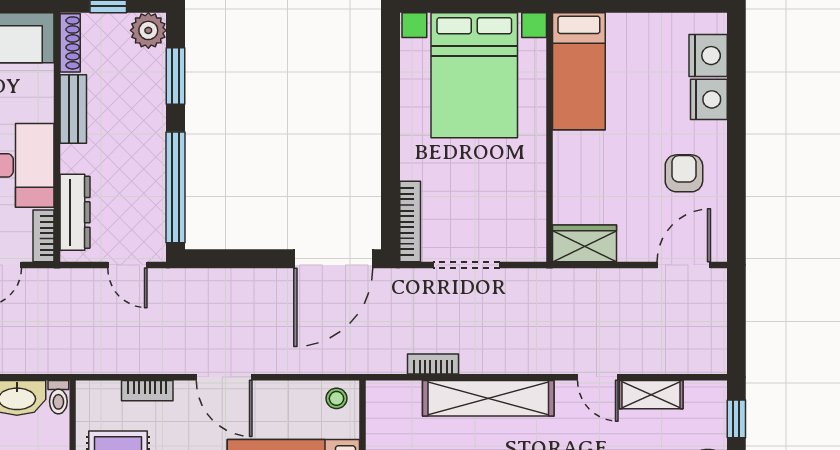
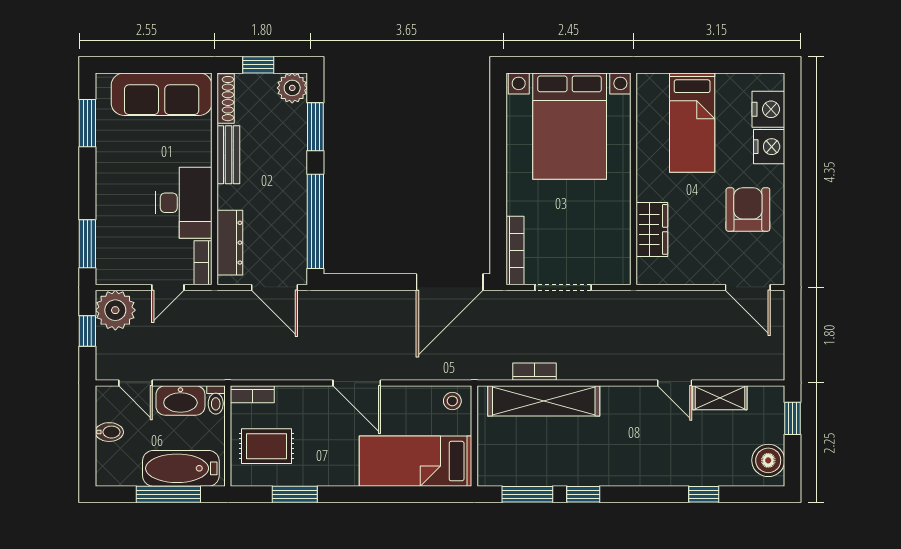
bed: (579, 71) -> (692, 123), moved
armchair: (684, 173) -> (748, 209), width x1.38, depth x1.38
wardrobe: (584, 243) -> (652, 229), moved, turned 90
door: (127, 265) -> (274, 287), width x1.38
door: (684, 265) -> (748, 287), swing flipped
bookcase: (147, 391) -> (252, 394), moved
shelving: (488, 398) -> (544, 401), moved

